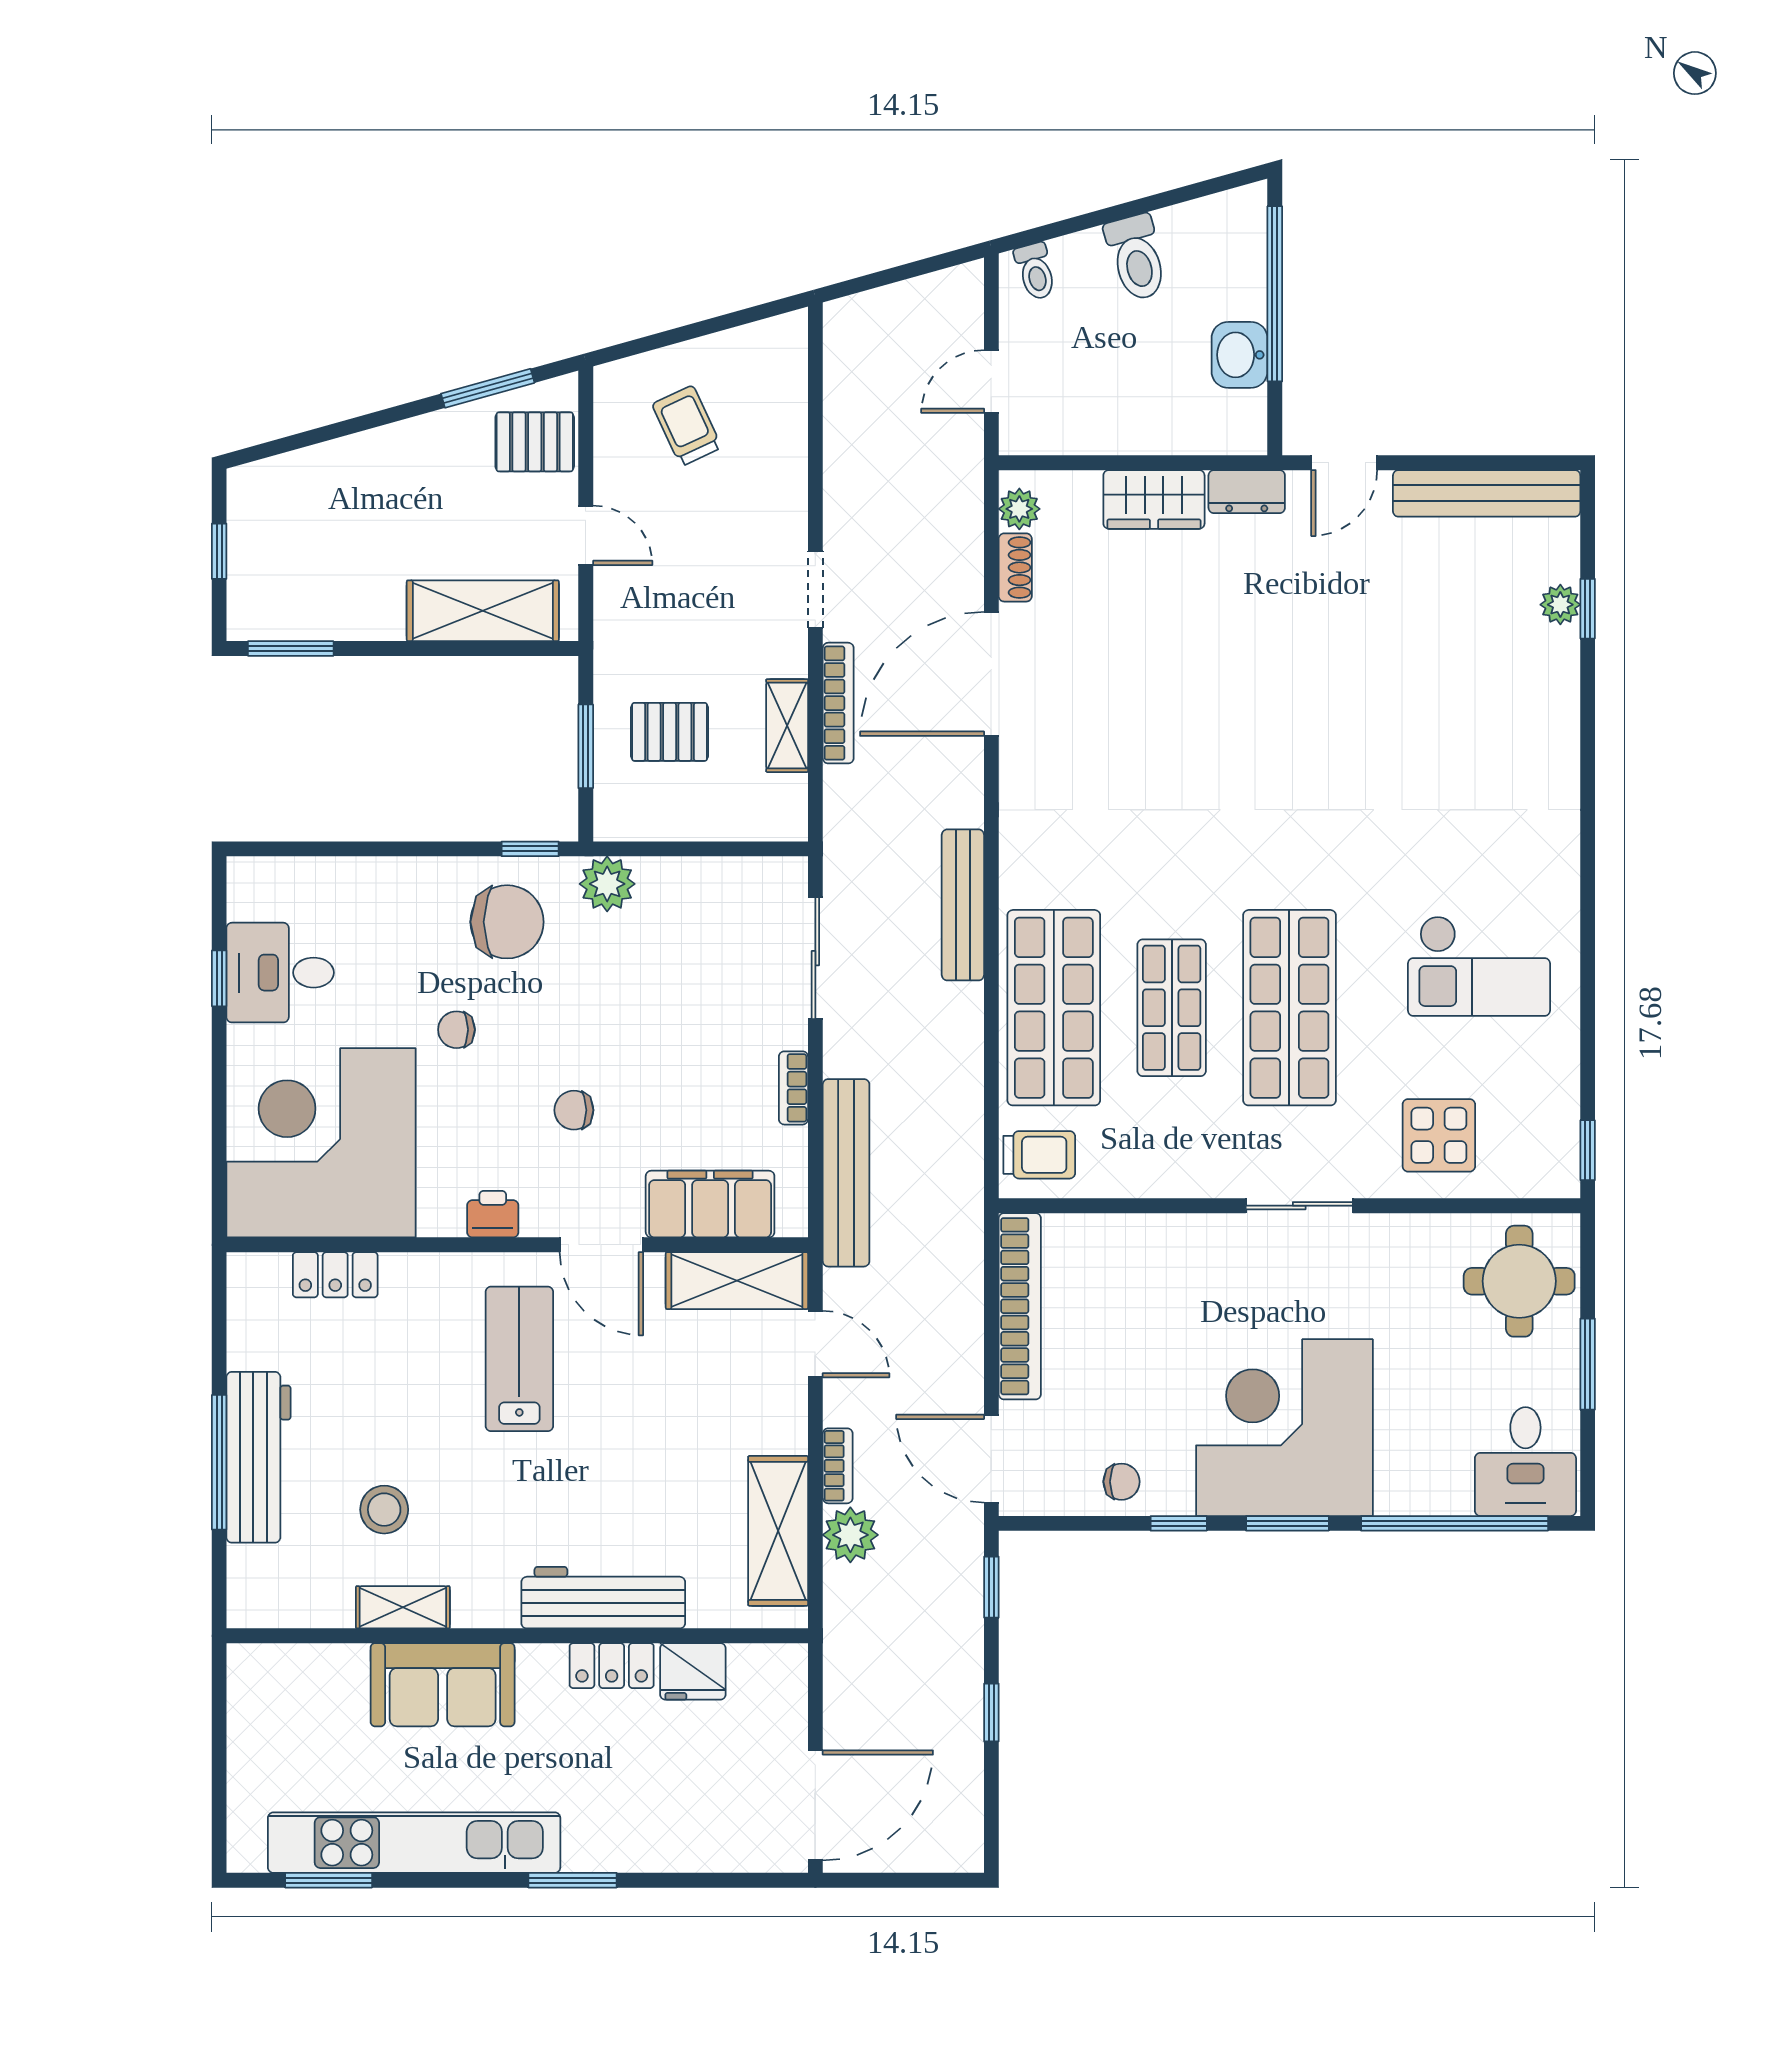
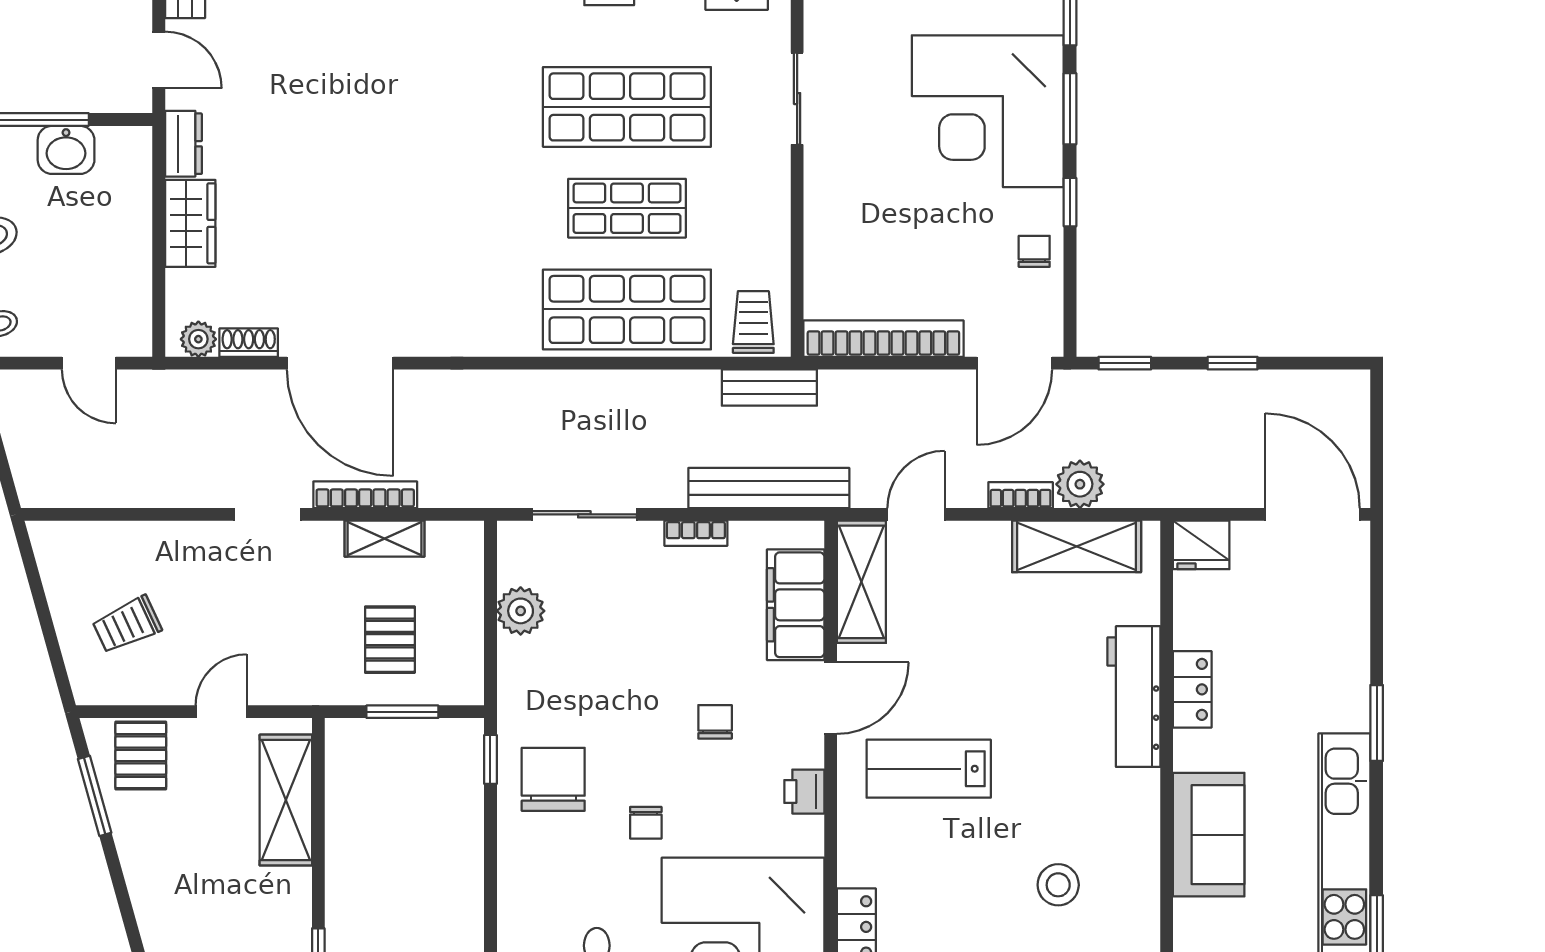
plant: (607, 884) -> (521, 611), moved
bench: (963, 905) -> (769, 388), moved, width x0.73
chair: (574, 1110) -> (715, 722), turned 180
shelving: (403, 1607) -> (1142, 869), removed
fridge: (693, 1671) -> (1201, 545), moved, turned 90

